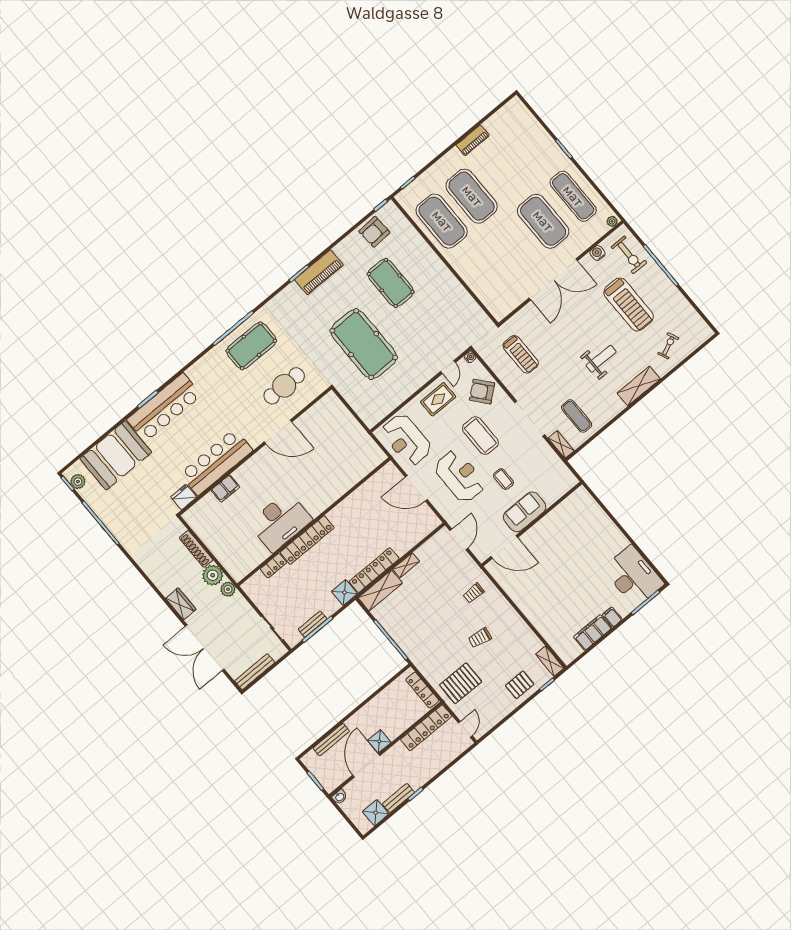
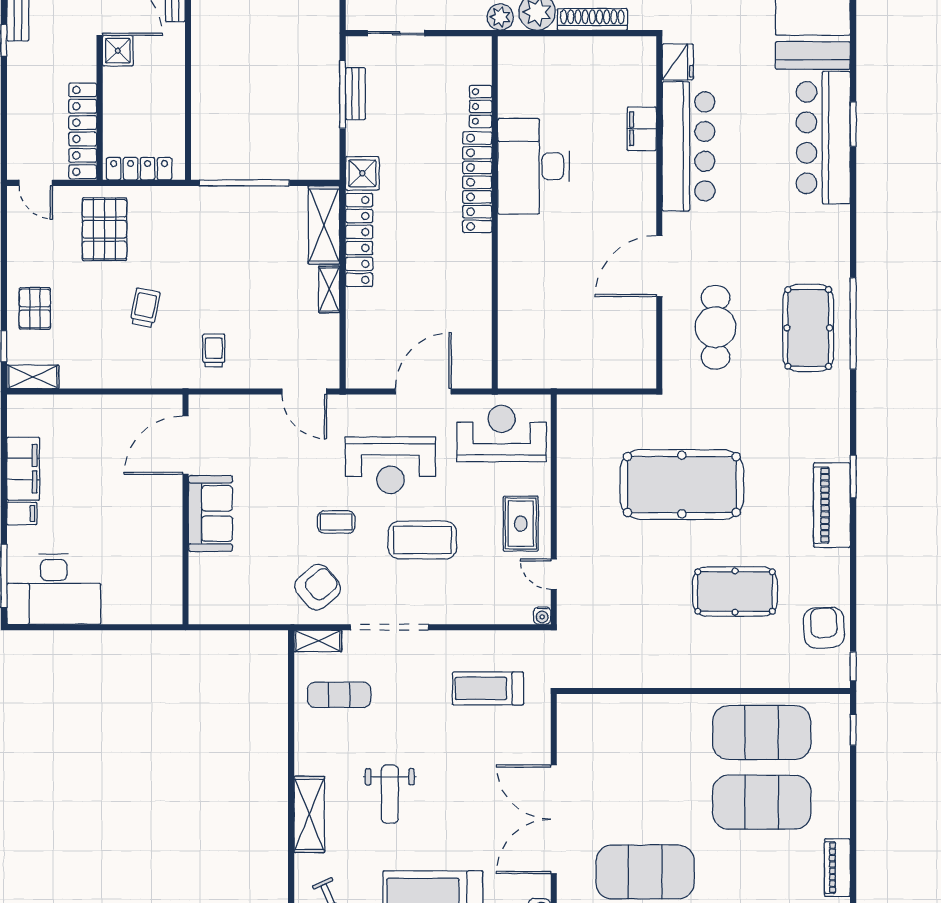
armchair: (482, 392) -> (318, 587), moved
sofa: (525, 512) -> (210, 513), moved
wall: (532, 524) -> (186, 509), moved
door: (504, 547) -> (186, 445), moved

